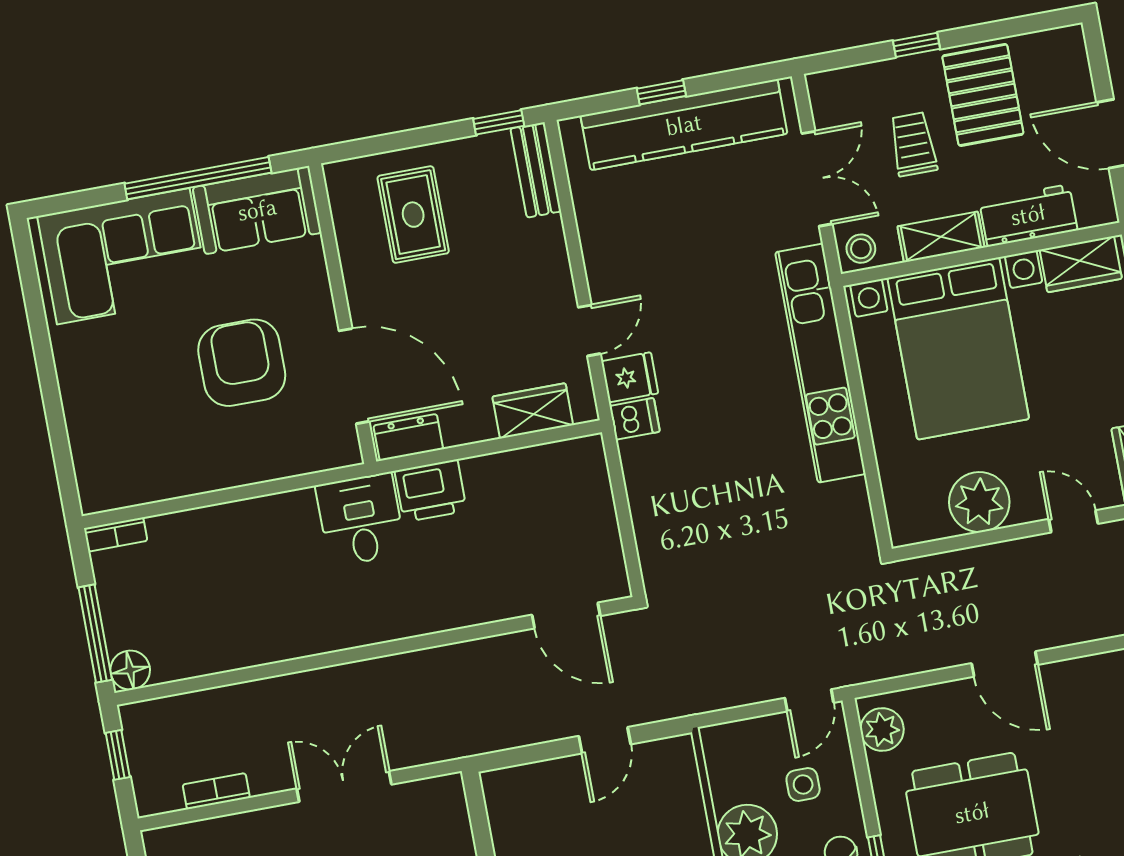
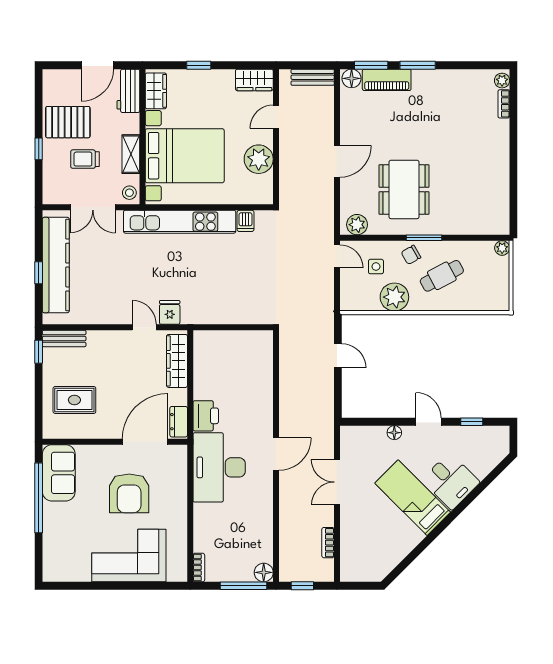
double door: (817, 179) -> (93, 207), swing flipped
workbench: (1028, 215) -> (128, 91), moved
corner sofa: (123, 256) -> (129, 555), moved, turned -90
armchair: (242, 363) -> (129, 493), turned -90
wardrobe: (533, 411) -> (177, 361), width x1.50
dishwasher: (635, 419) -> (245, 221), moved, turned 180
desk: (361, 520) -> (219, 467), width x1.87, depth x1.30
door: (566, 615) -> (276, 454), moved

